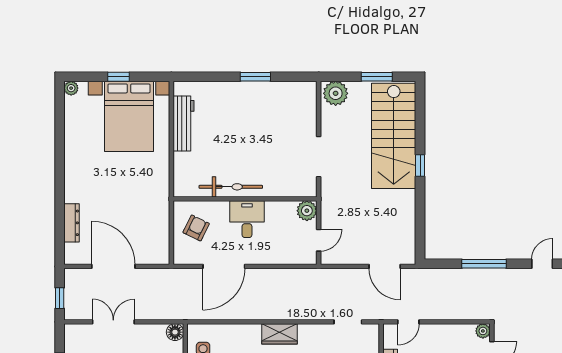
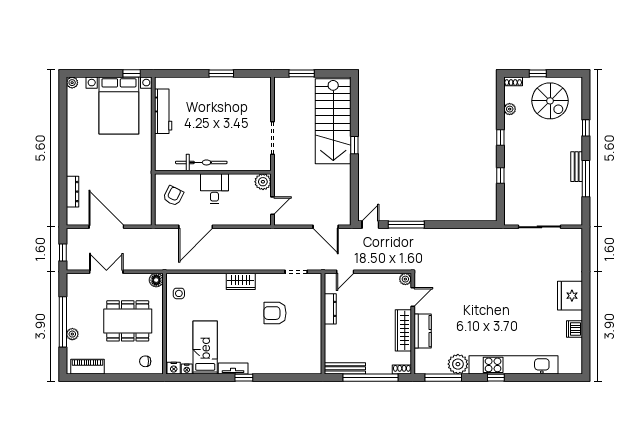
window: (118, 77) -> (132, 73), moved
window: (377, 77) -> (302, 73), moved
plant: (336, 93) -> (286, 87), removed
door: (542, 264) -> (370, 225), moved

